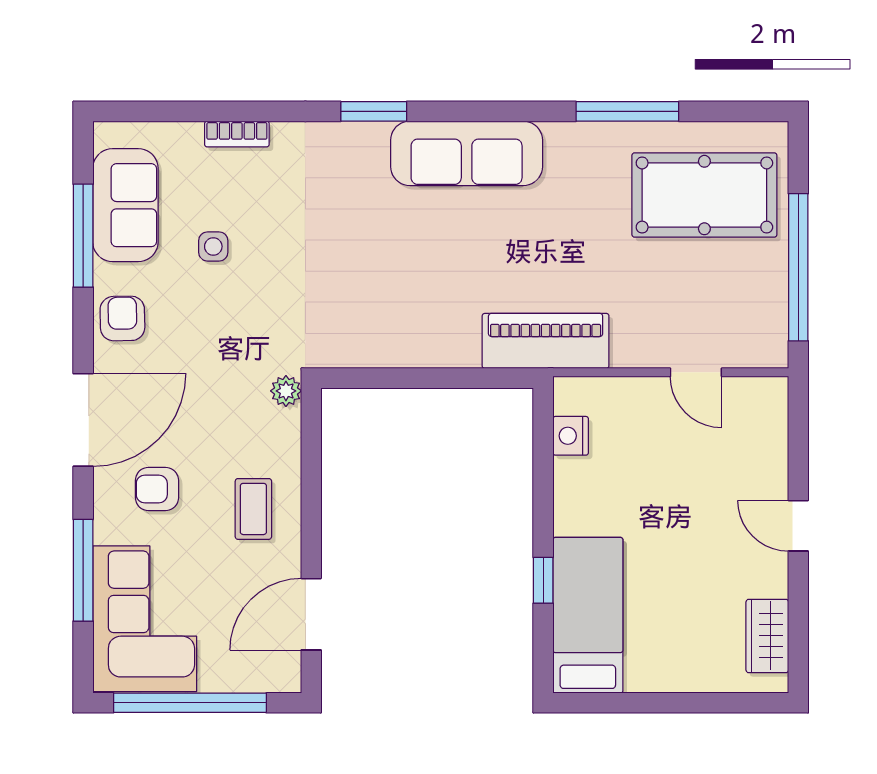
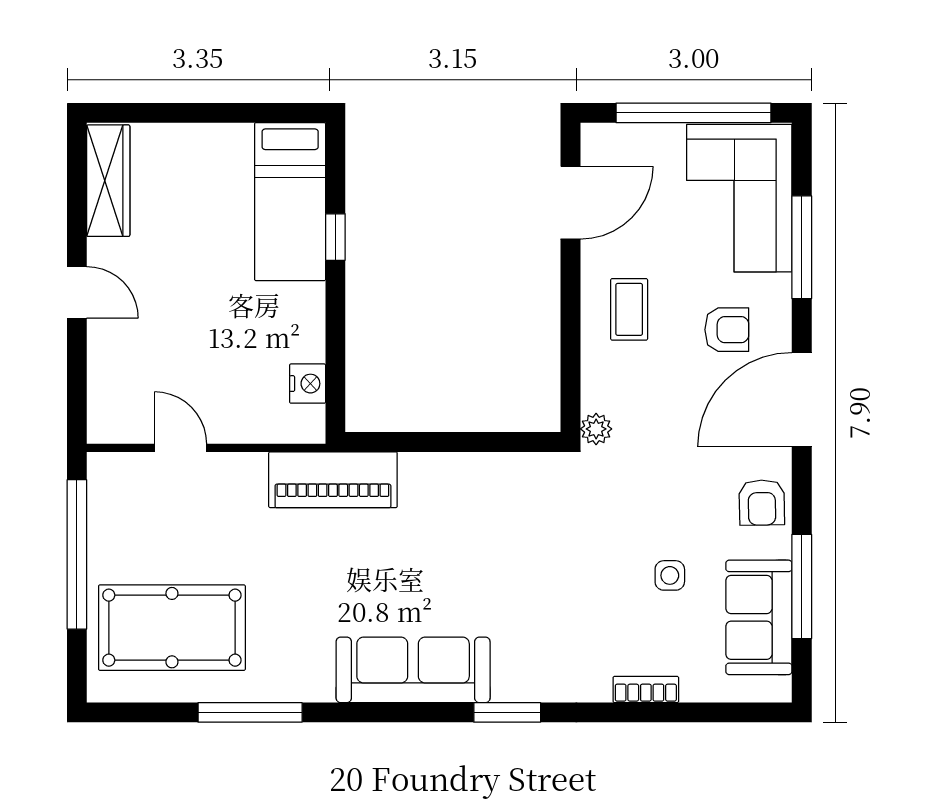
wardrobe: (767, 636) -> (108, 181), width x1.50

